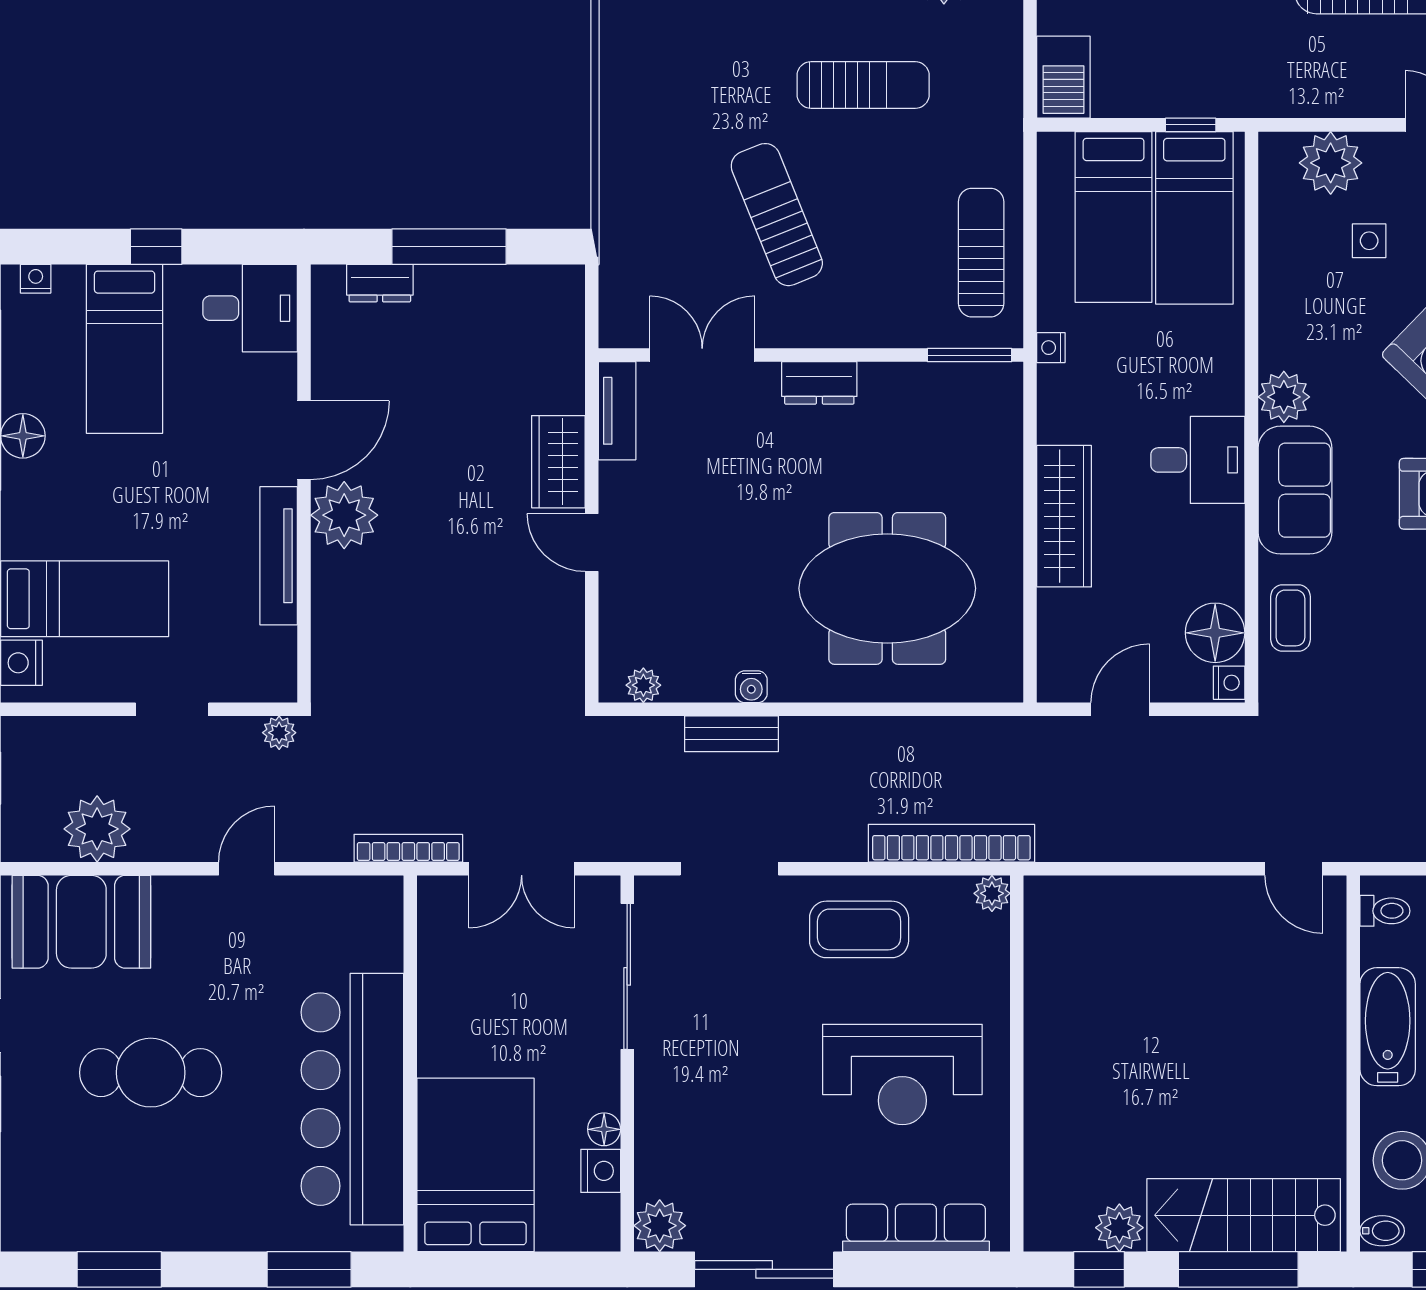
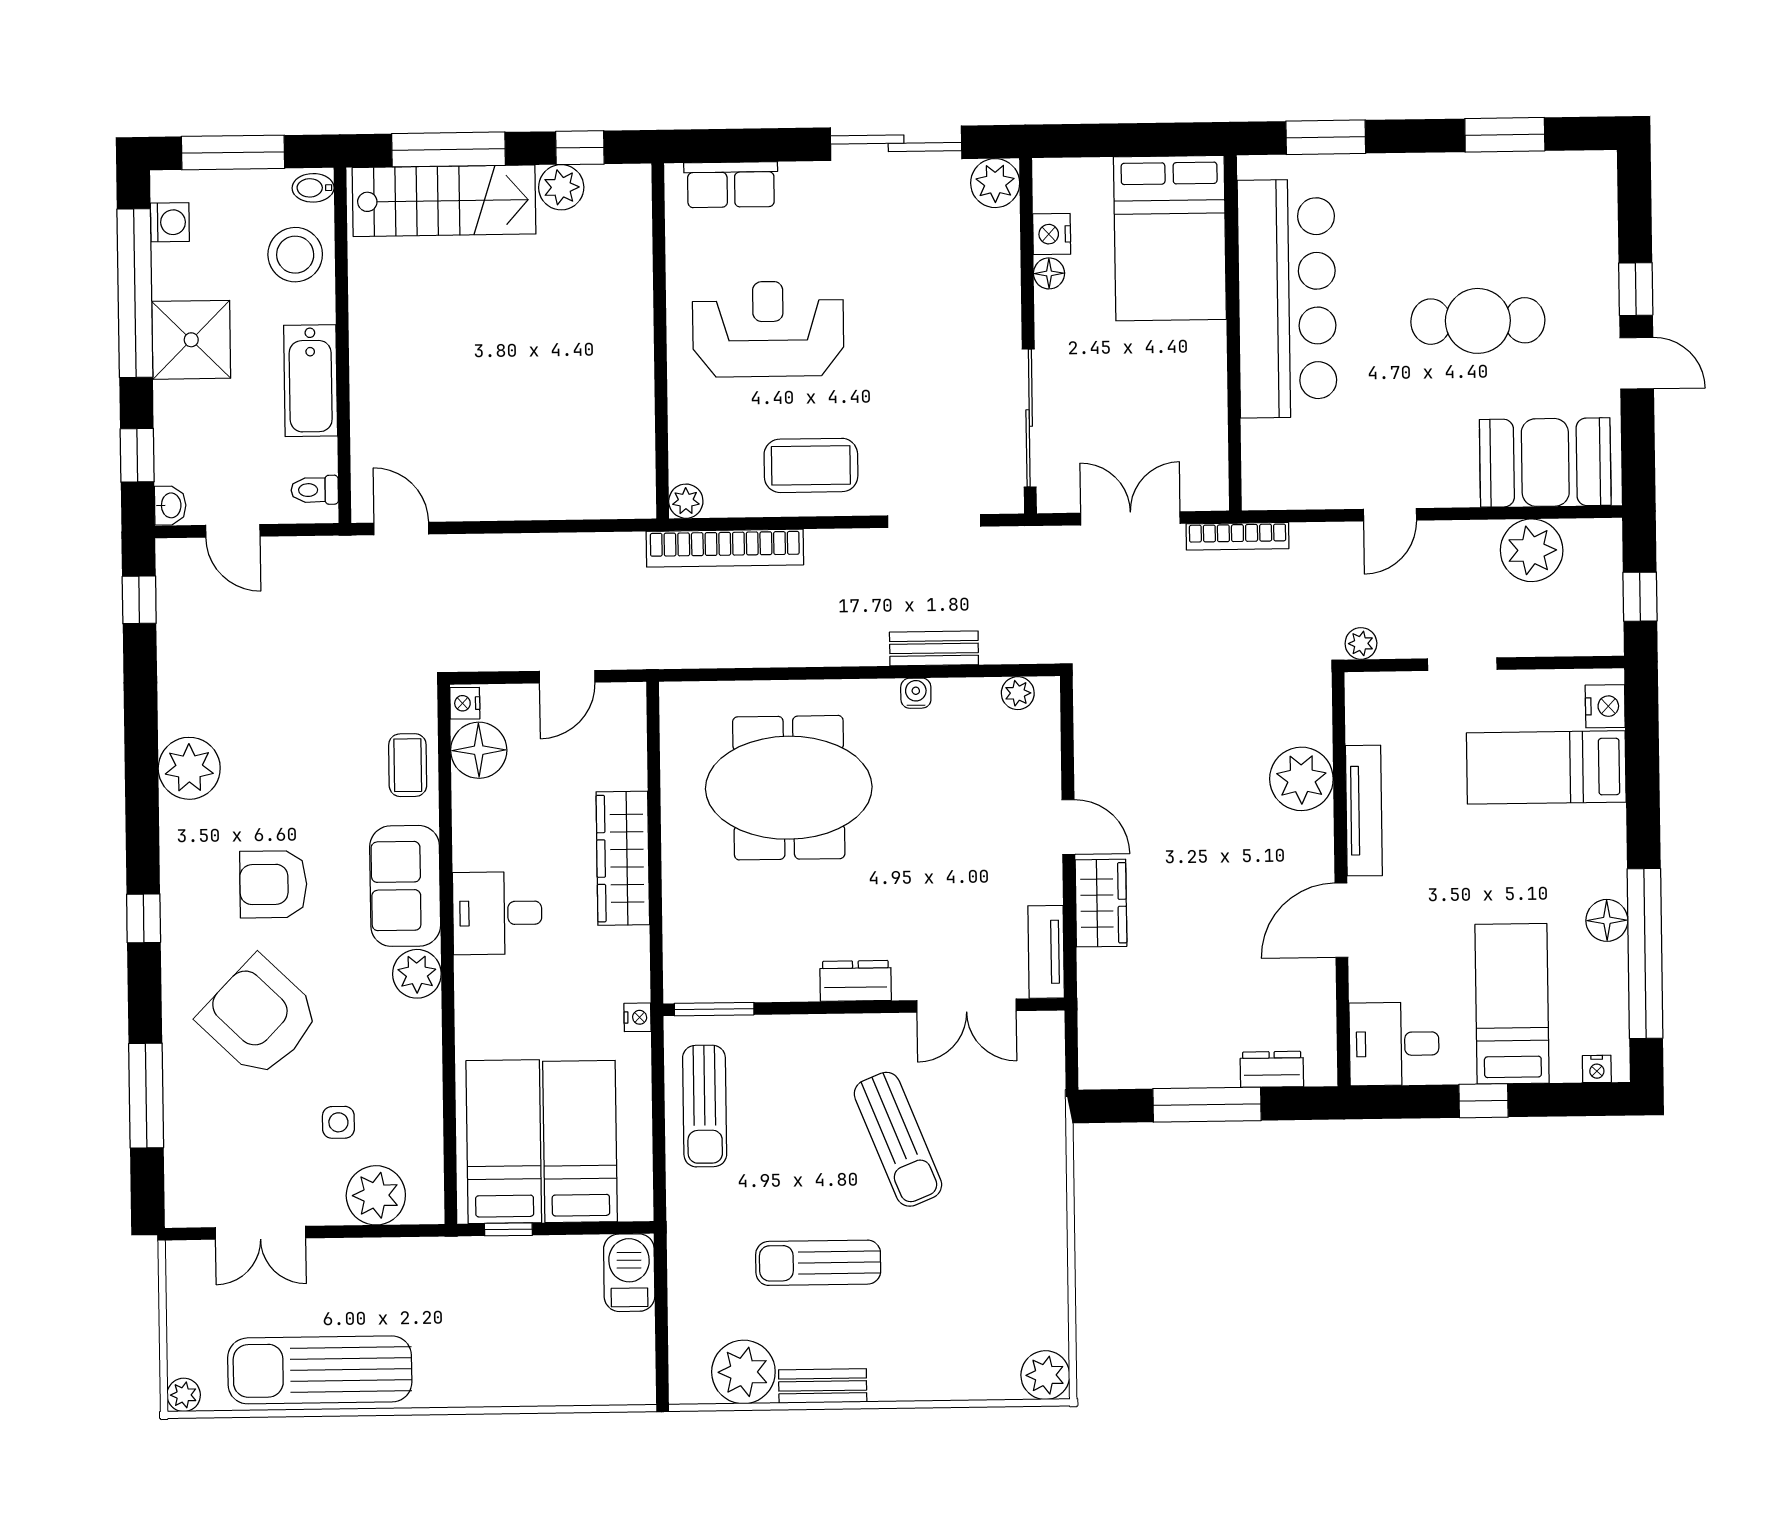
plant: (344, 515) -> (1301, 779), moved
row of seats: (916, 1228) -> (731, 185), width x0.68

